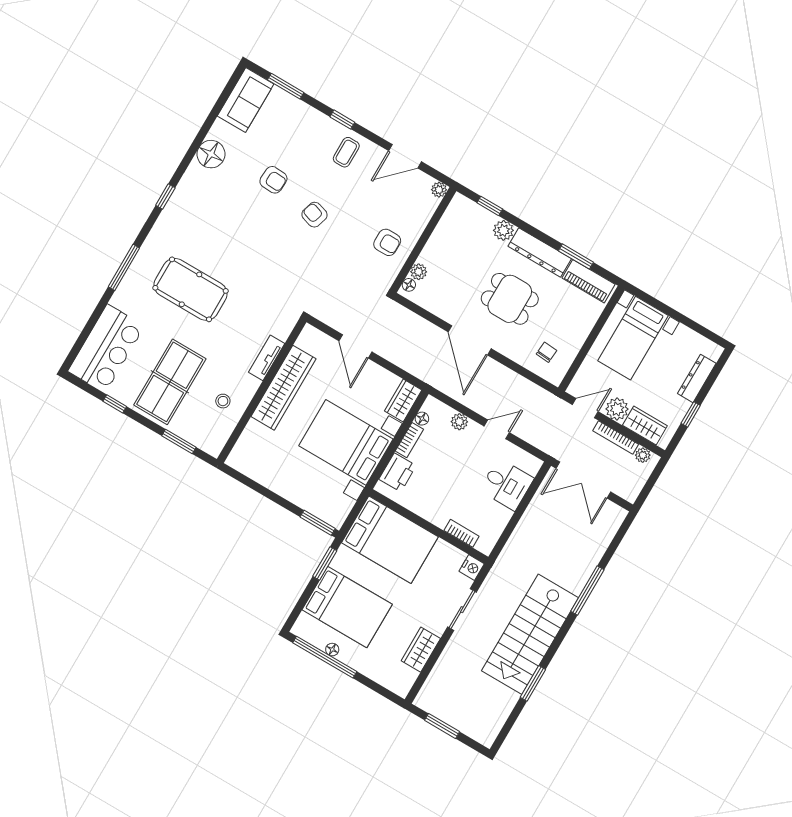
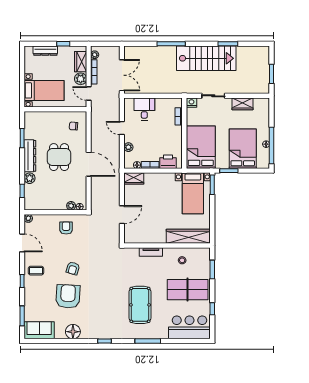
armchair: (273, 180) -> (68, 296), width x1.88, depth x1.88
piano: (588, 281) -> (30, 126), removed
door: (470, 340) -> (89, 164), hinge flipped
wardrobe: (284, 388) -> (188, 236), moved
bed with nightstands: (346, 442) -> (193, 193), moved, width x0.73

